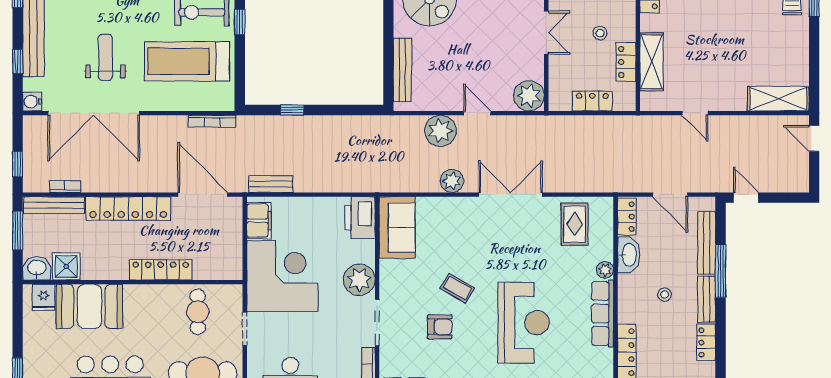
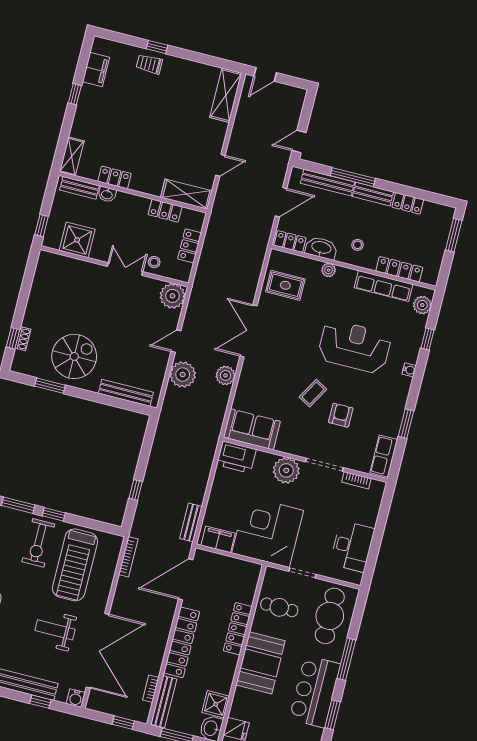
stool: (600, 33) -> (154, 262), moved
shelving: (652, 62) -> (186, 194), moved
stool: (665, 295) -> (357, 245), moved
booth: (89, 306) -> (261, 663), moved
row of seats: (603, 314) -> (384, 286), moved

